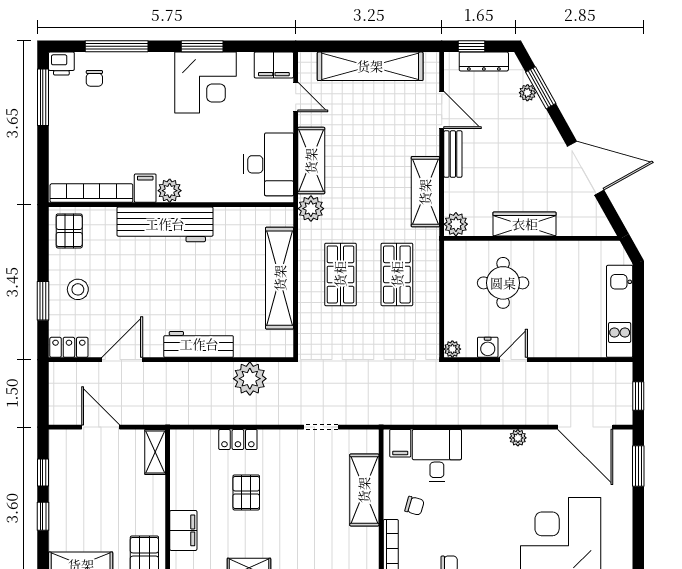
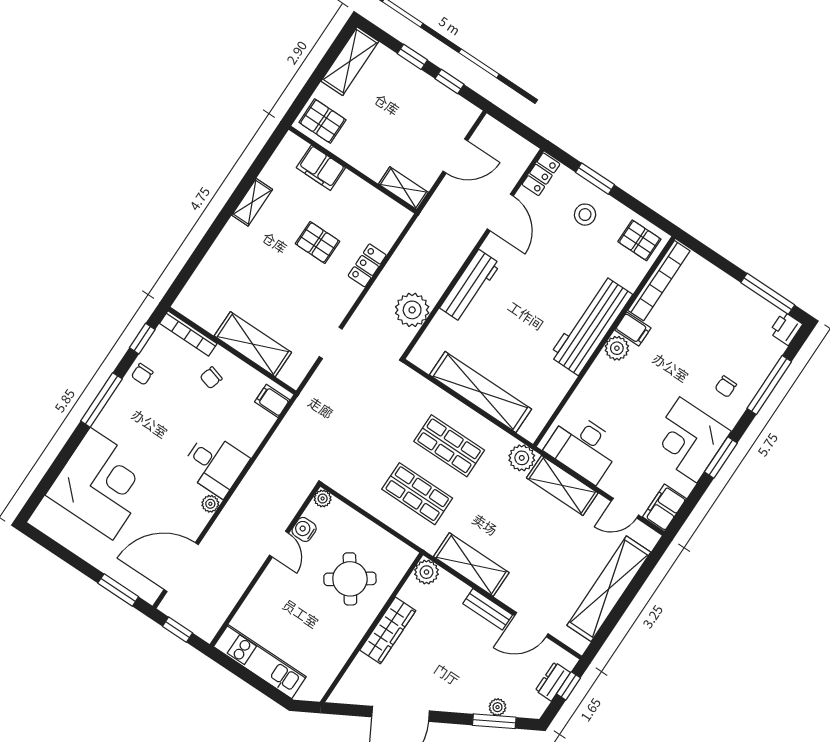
dresser: (484, 61) -> (553, 682), width x0.70
chair: (94, 78) -> (726, 387), moved, turned -90
round table: (503, 283) -> (350, 579), turned -35
desk: (437, 456) -> (215, 464), moved

